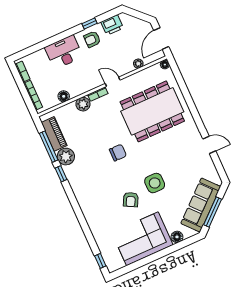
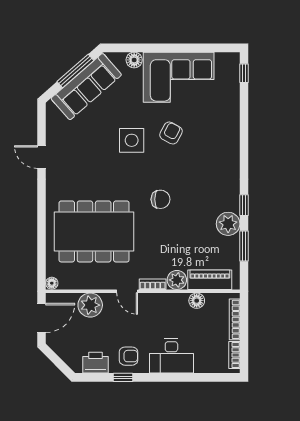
plant: (138, 64) -> (90, 305), width x1.88, depth x1.88
piano: (54, 134) -> (210, 280), moved, turned 90
window: (49, 147) -> (244, 246), width x0.69
chair: (118, 153) -> (161, 199), turned 180

